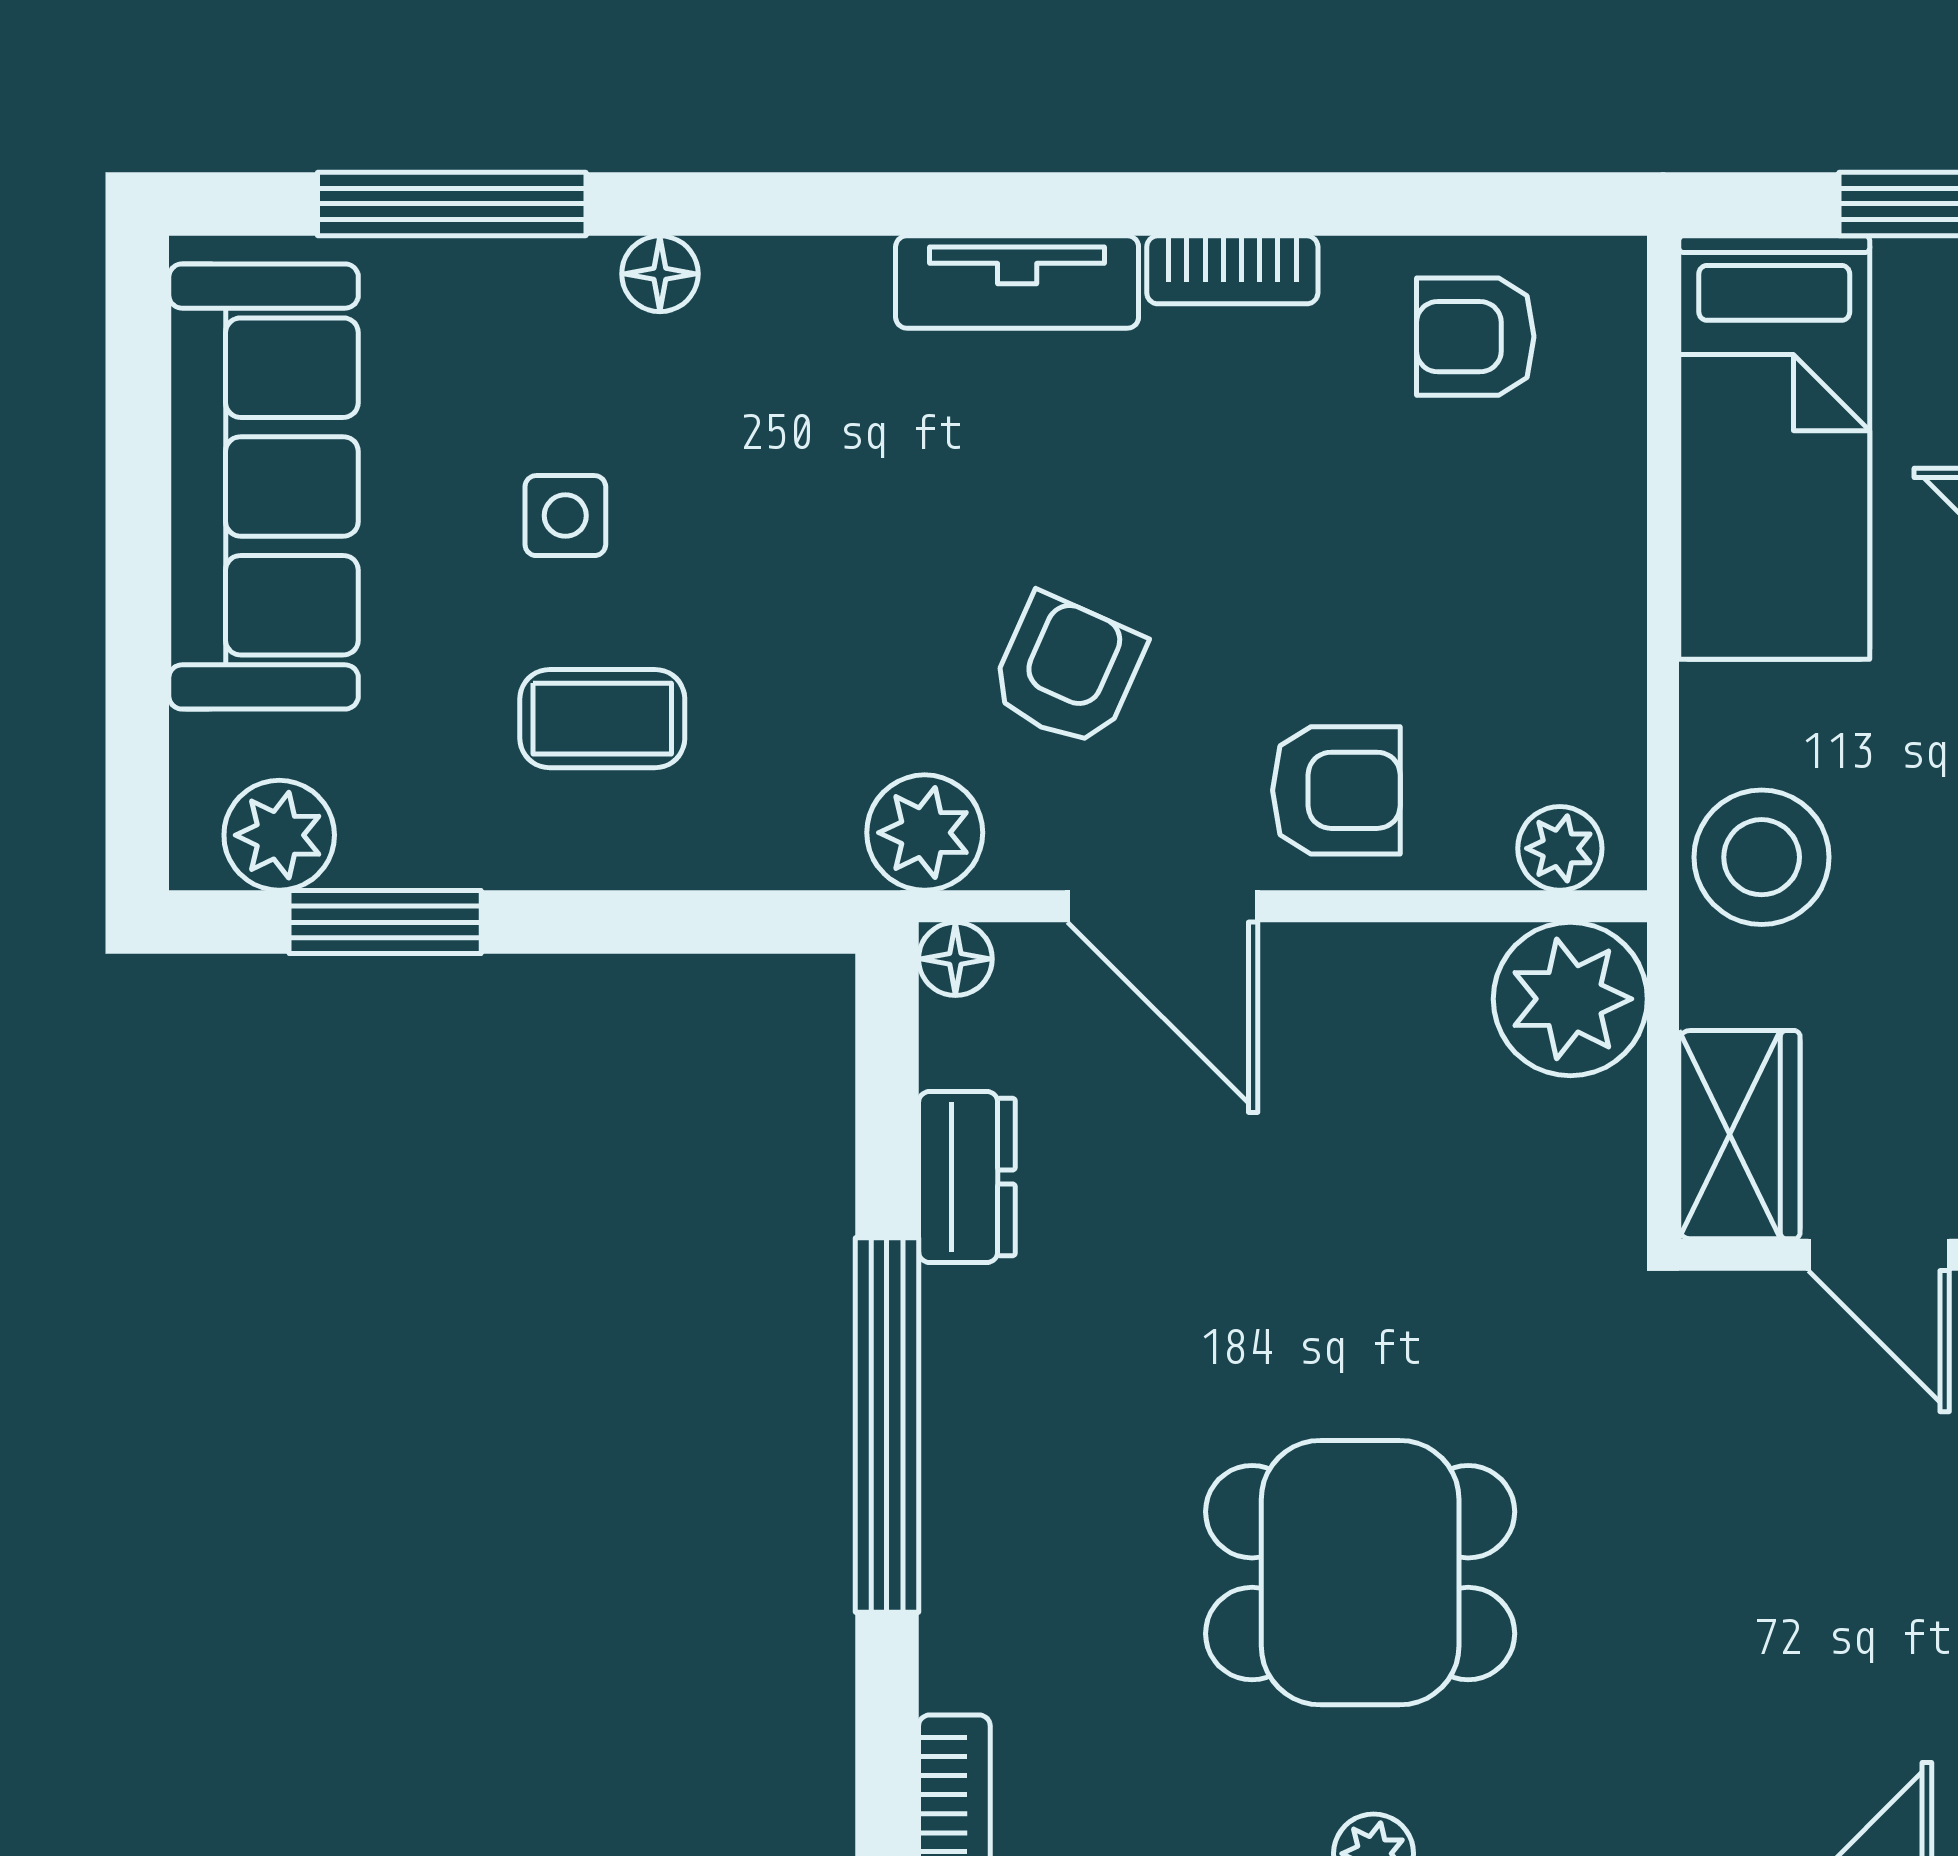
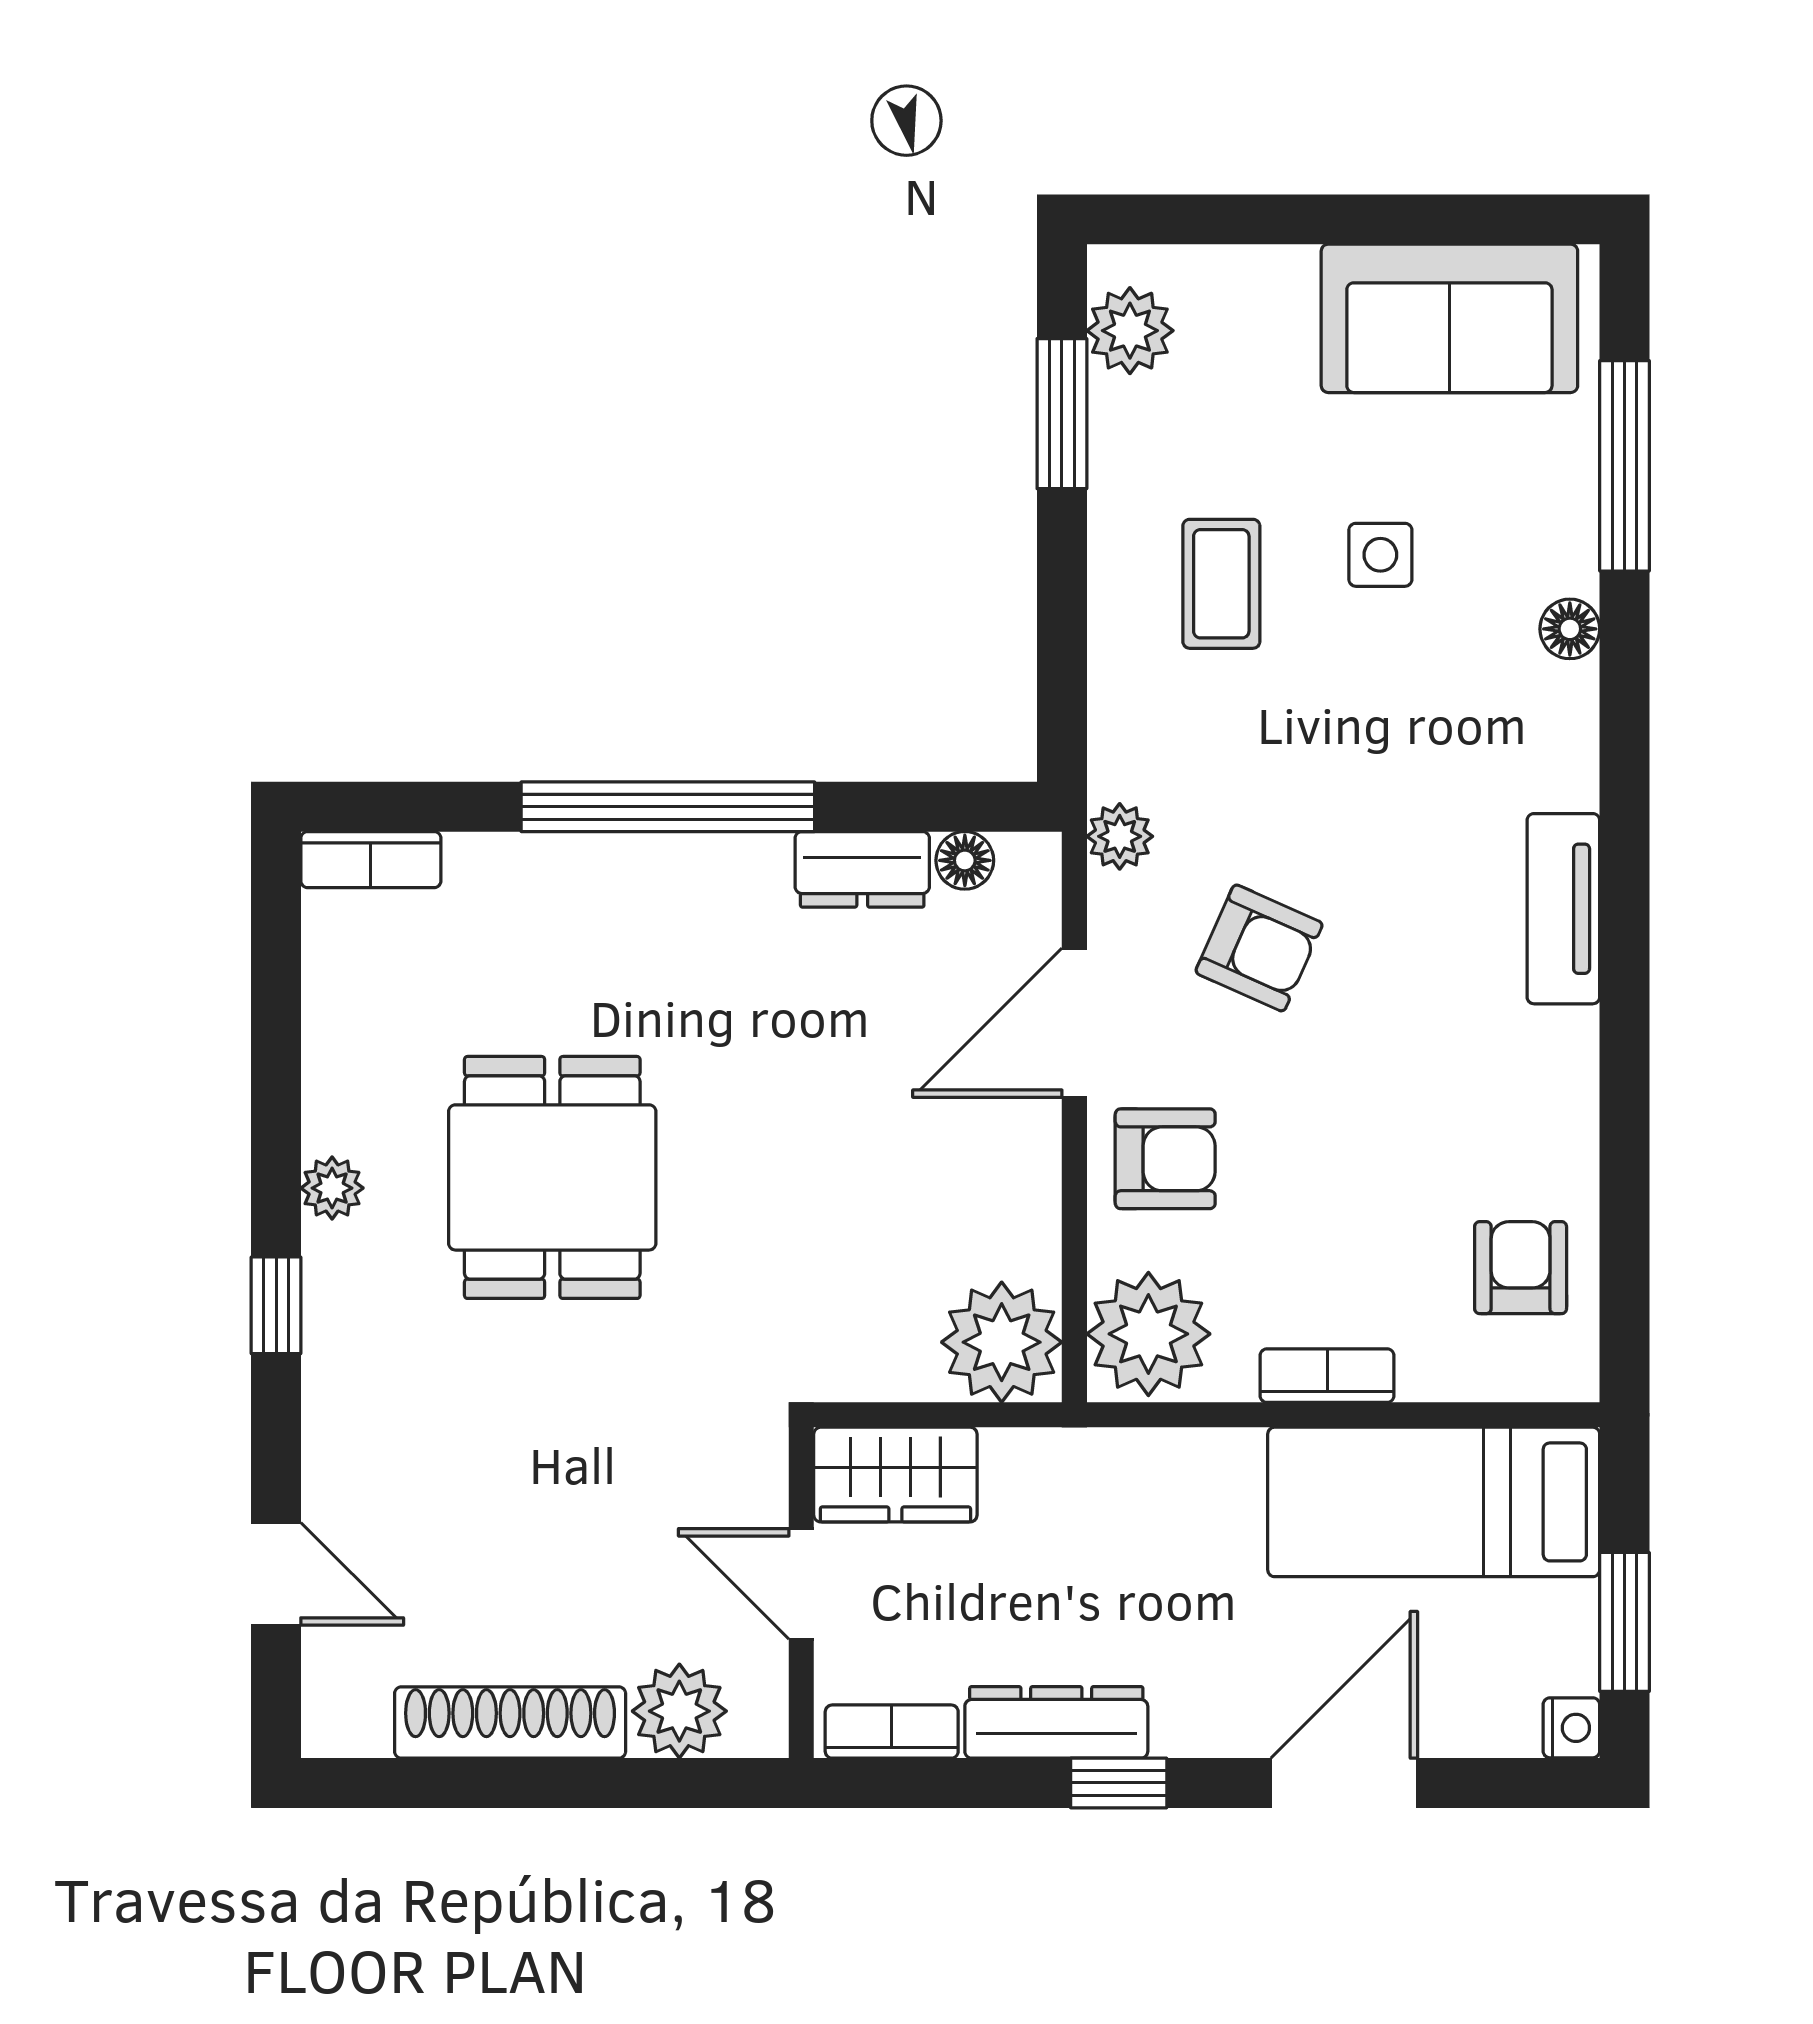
bookcase: (1232, 270) -> (1327, 1376), moved, turned 90
sofa: (264, 486) -> (1449, 318), width x0.73
armchair: (1336, 790) -> (1165, 1159), turned -90
plant: (925, 833) -> (1120, 836), width x0.73, depth x0.73
plant: (1560, 848) -> (1148, 1334), width x1.87, depth x1.87
stool: (1762, 857) -> (1113, 1492), removed
floor lamp: (955, 959) -> (965, 860), moved
door: (1879, 1255) -> (801, 1584), hinge flipped

